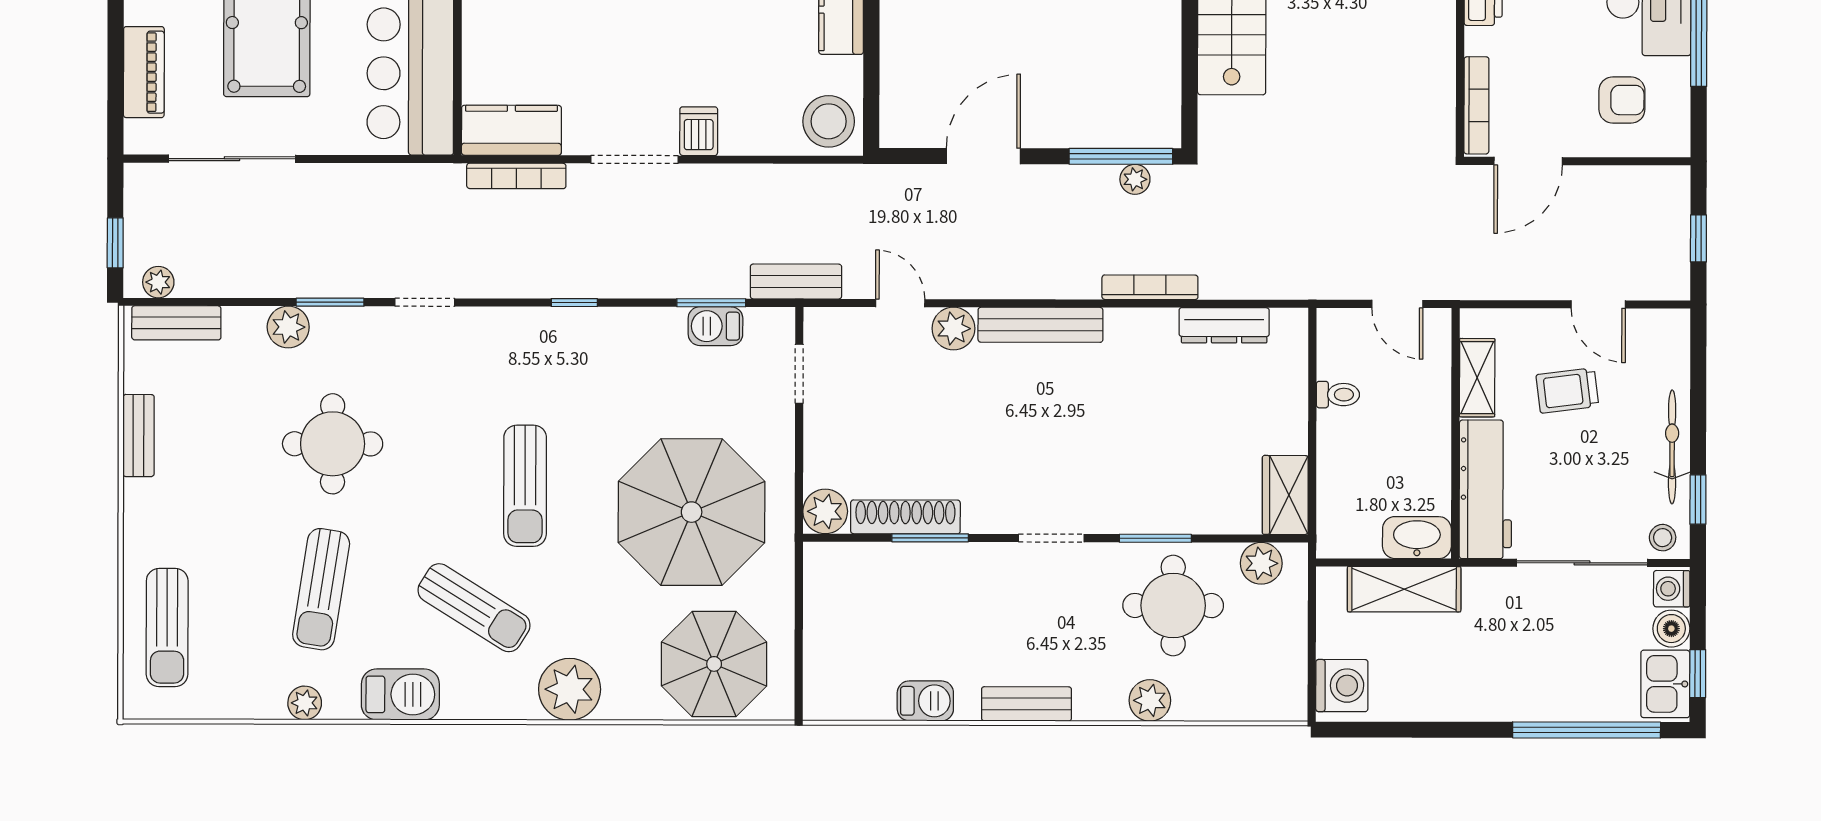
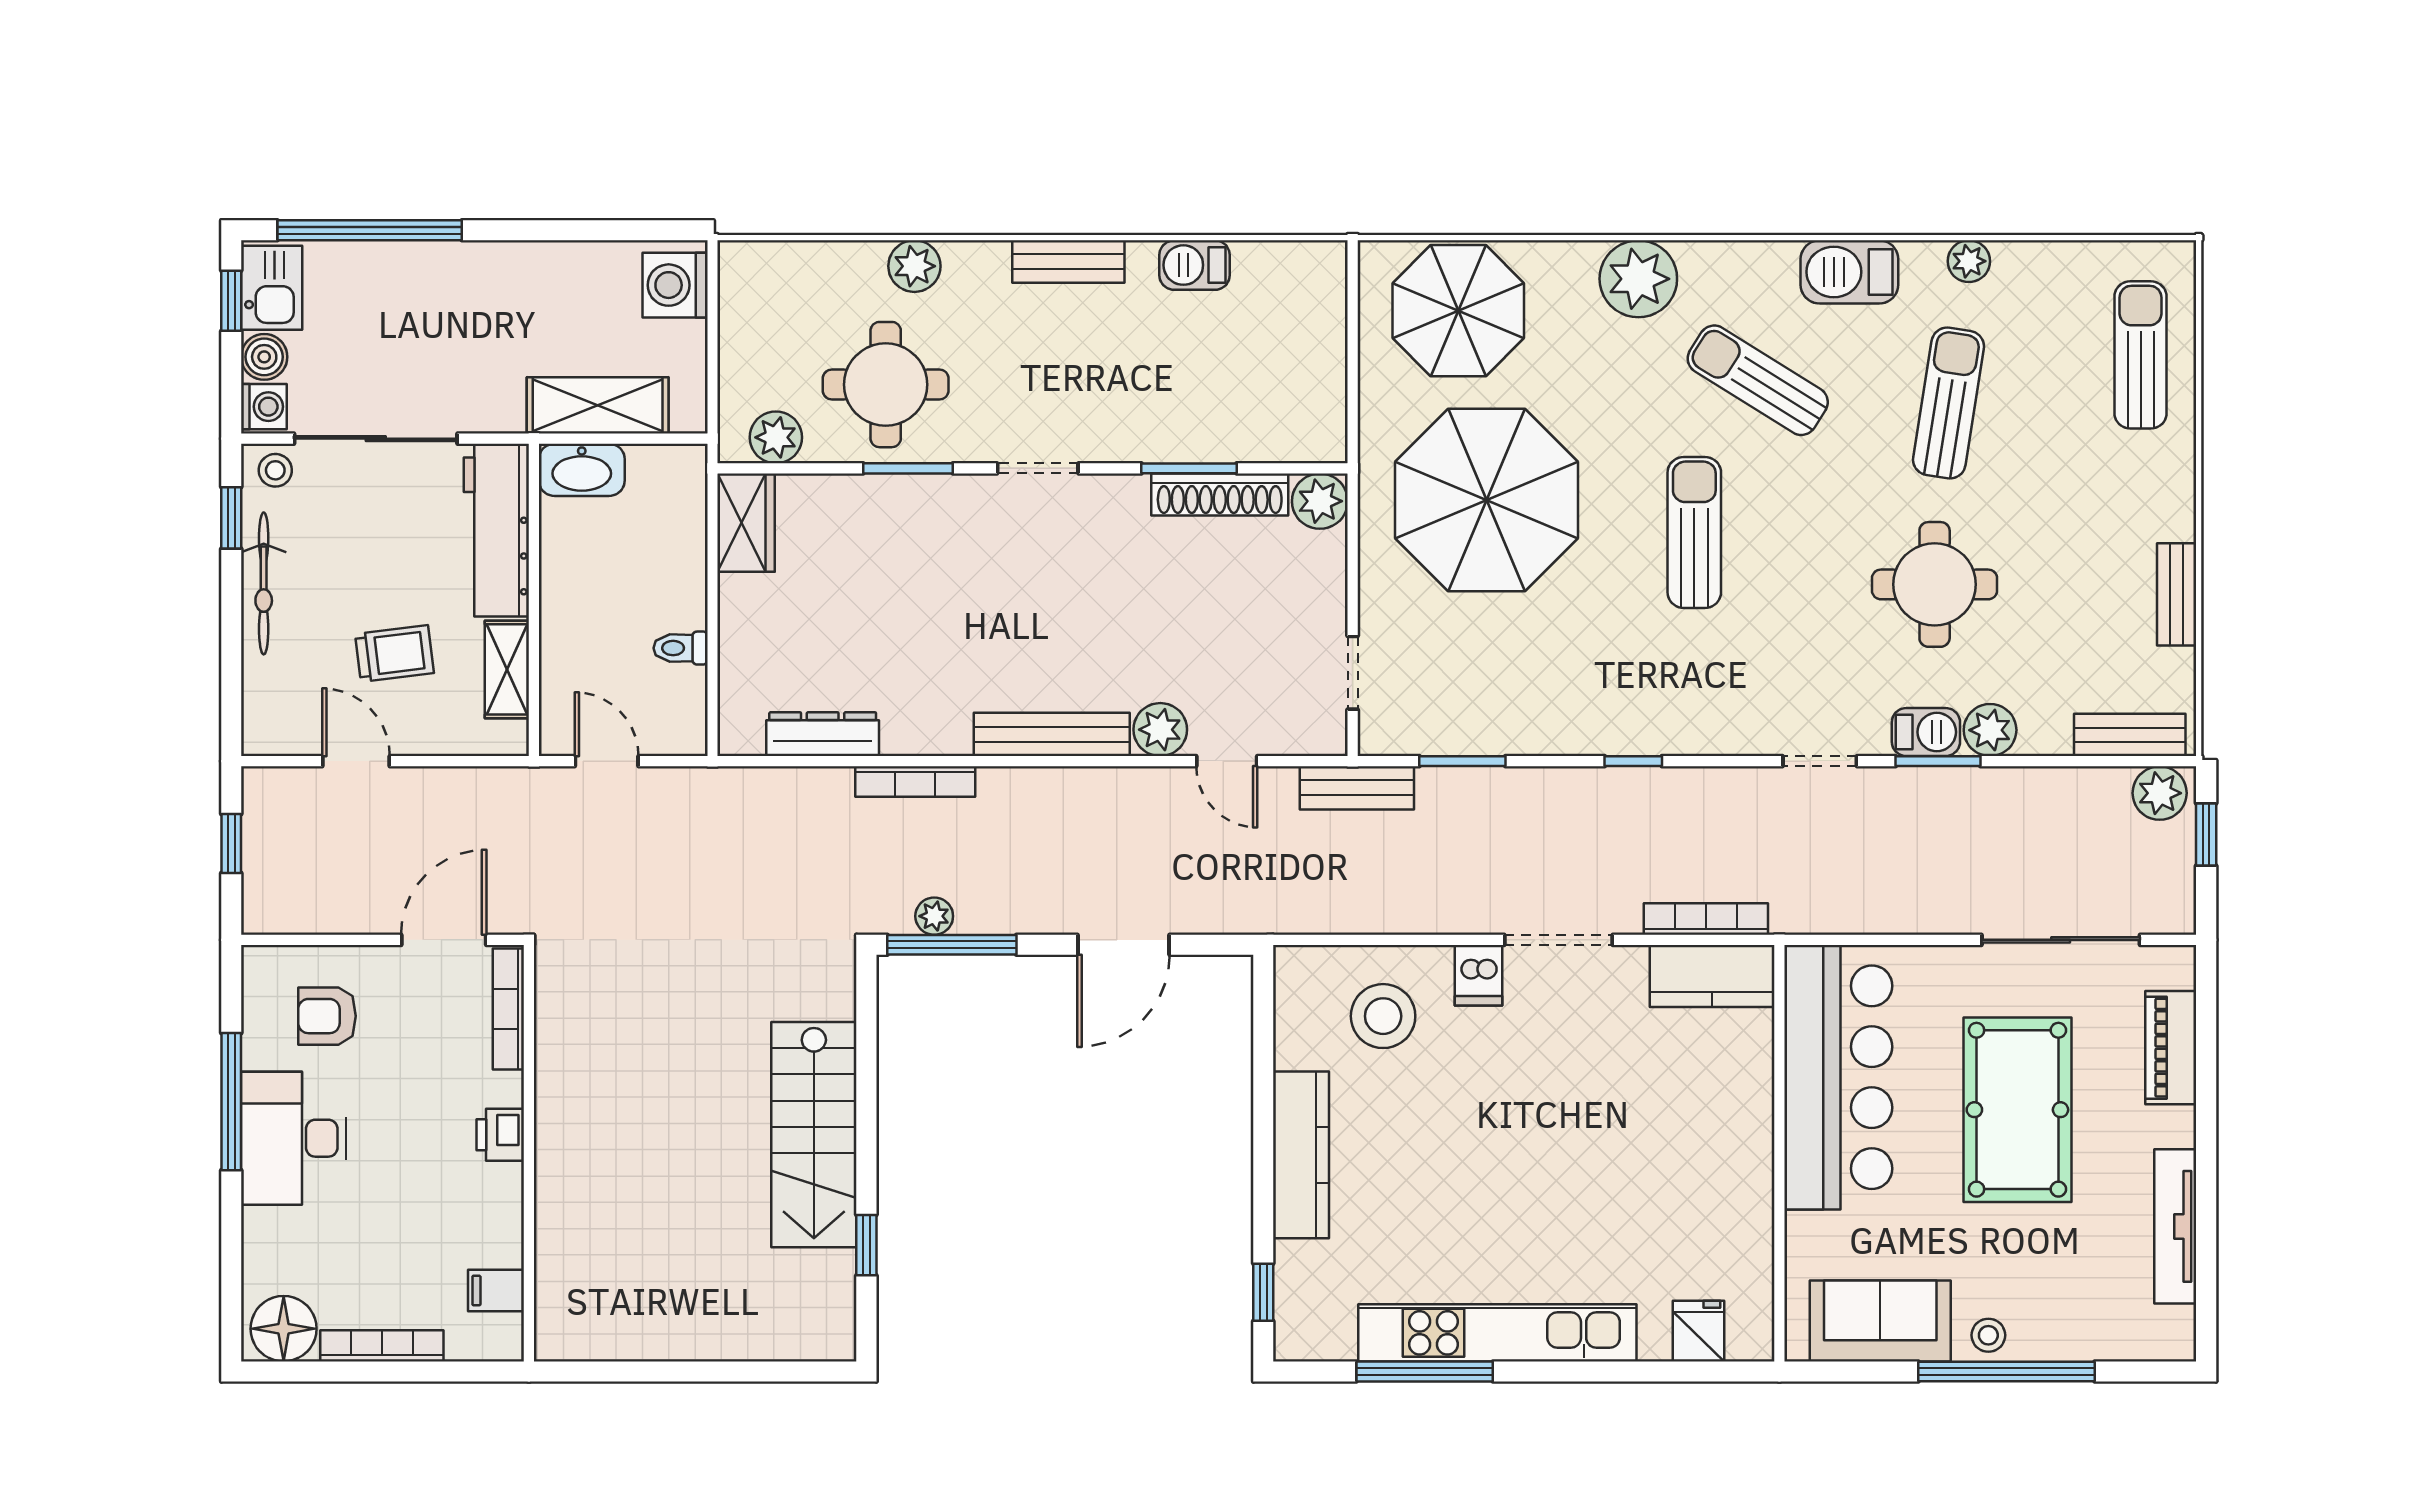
stool: (829, 121) -> (1383, 1016), moved
plant: (158, 282) -> (2160, 793), width x1.38, depth x1.38
barbecue: (715, 326) -> (1926, 732), moved

